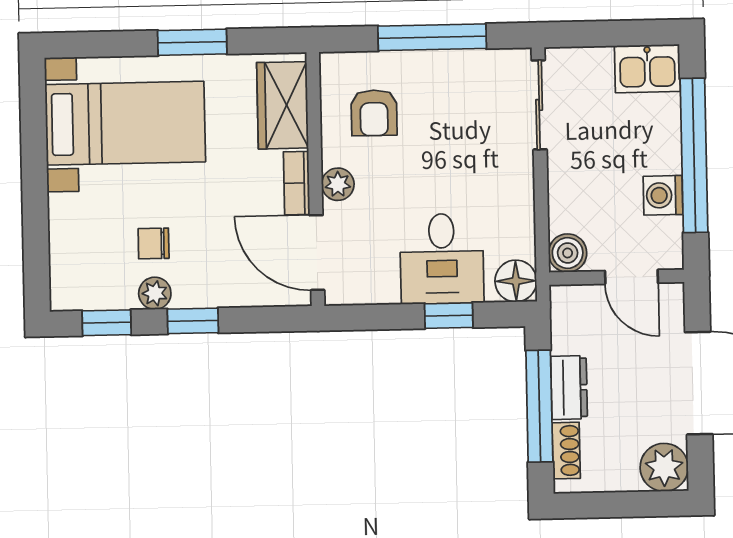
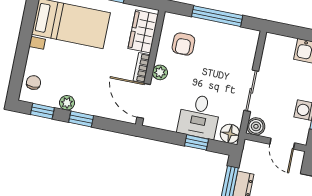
sliding door: (539, 105) -> (251, 91), moved
chair: (154, 244) -> (34, 83), moved, turned 90

